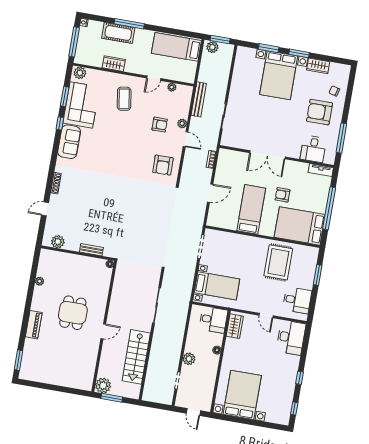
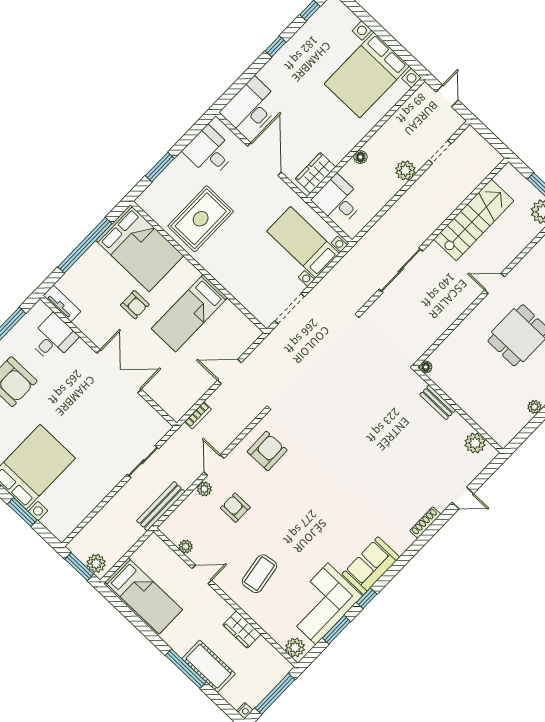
door: (266, 316) -> (264, 159), width x1.88

